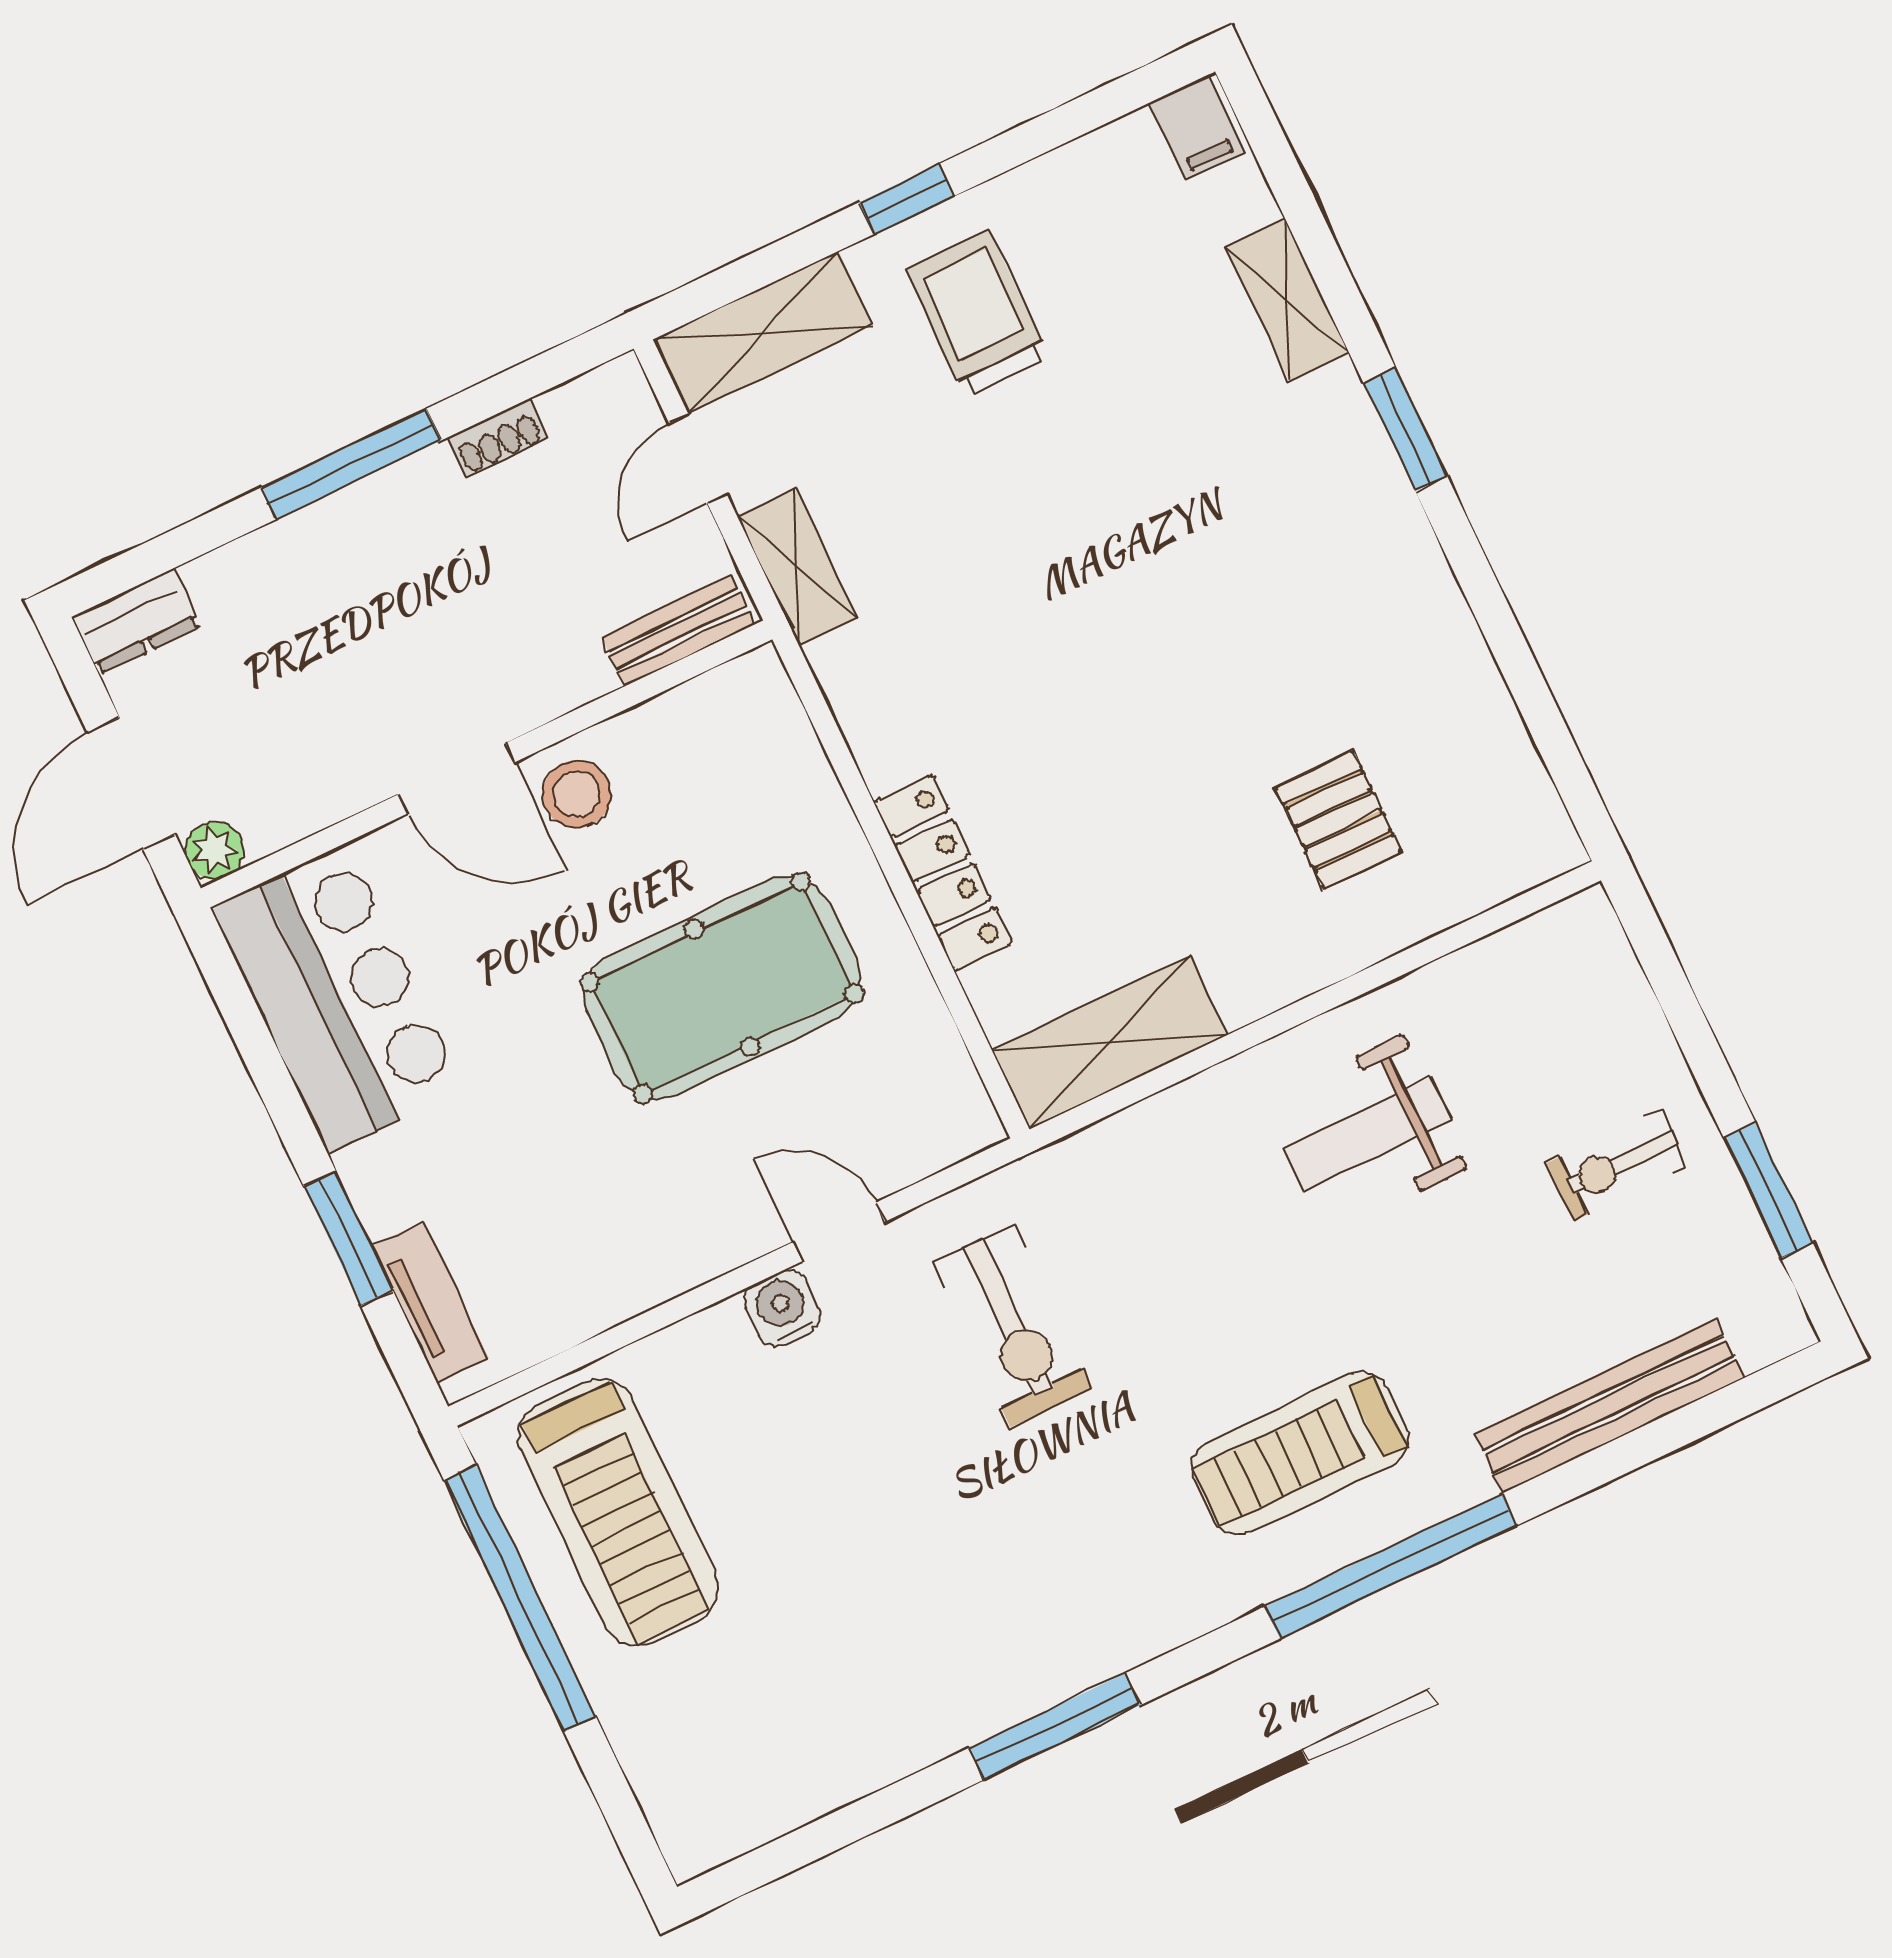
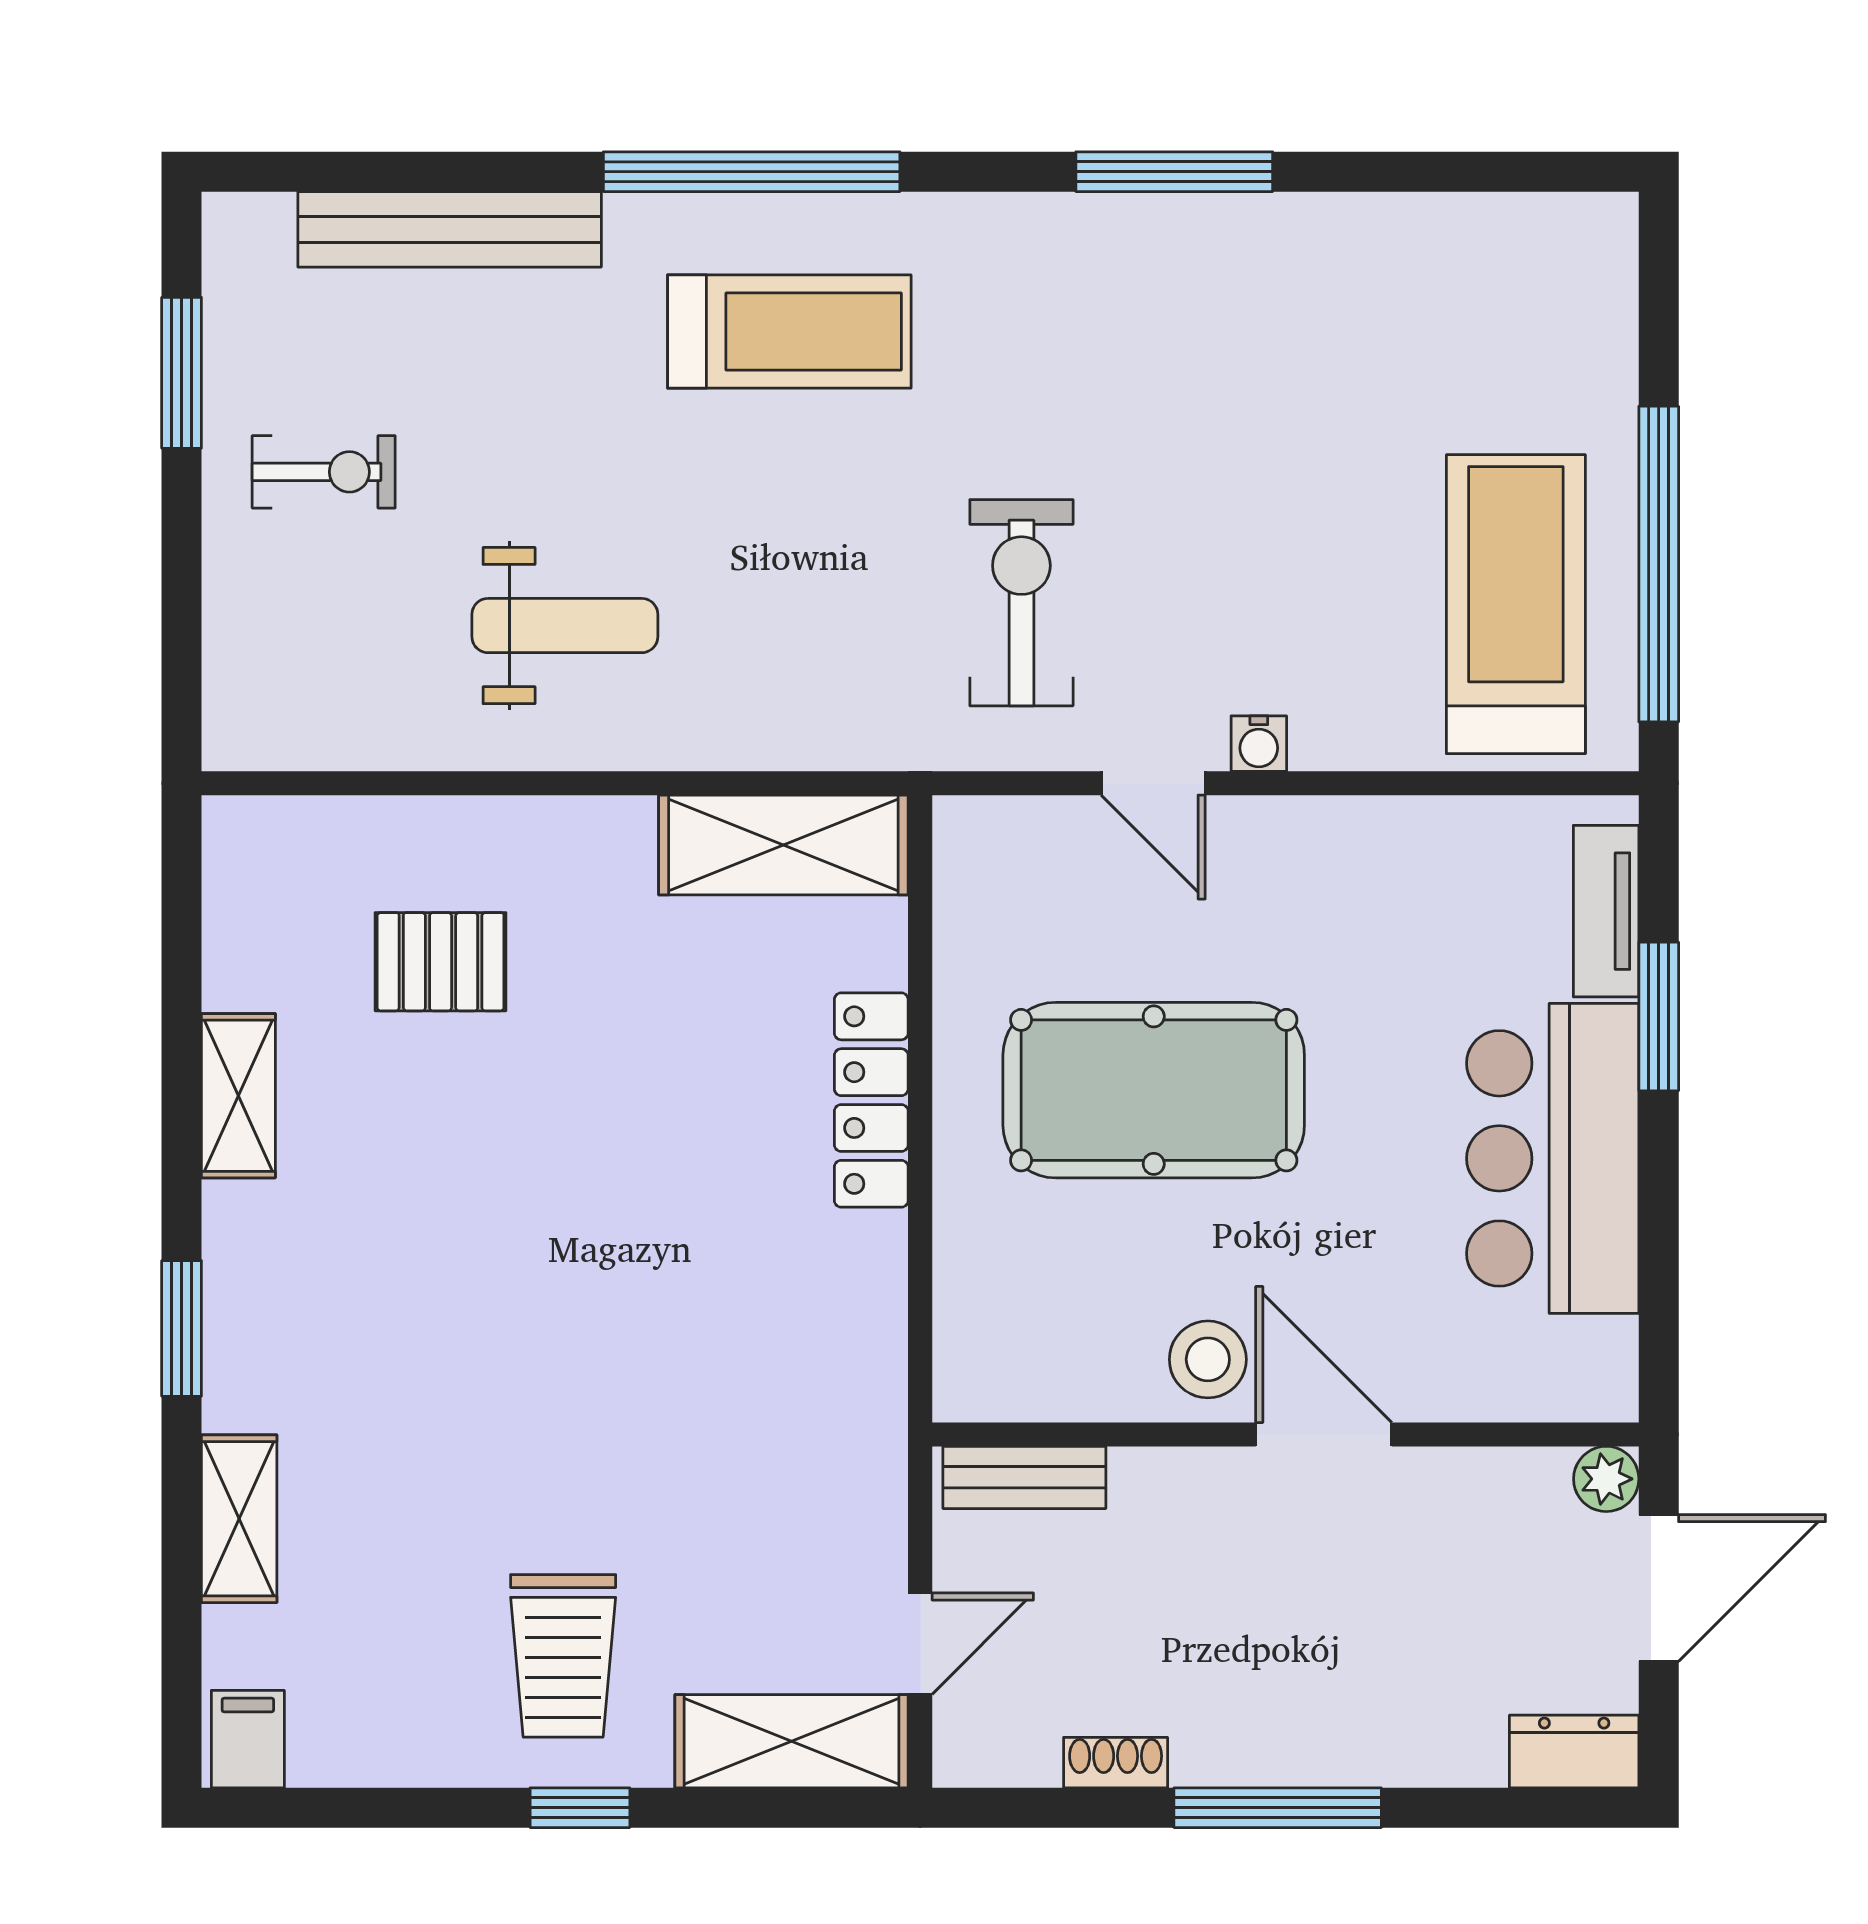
shelving: (797, 567) -> (238, 1096), moved
pallet: (1338, 819) -> (441, 962), turned 90
bar counter: (337, 998) -> (1553, 1158), moved
water cooler: (782, 1308) -> (1259, 744), width x0.72, depth x0.72

